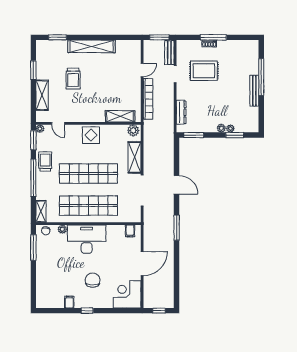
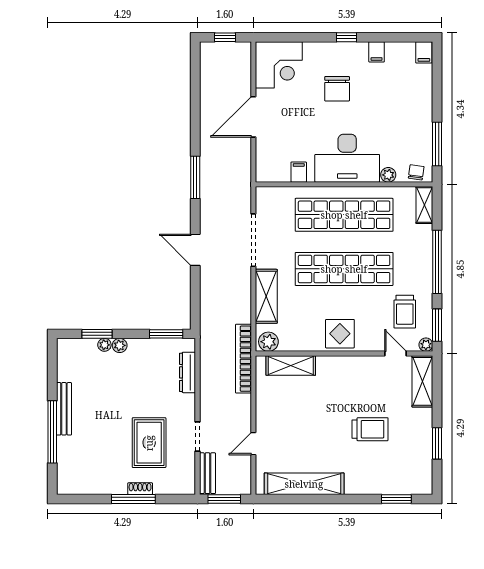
shelving: (92, 46) -> (304, 484), moved
rug: (204, 71) -> (149, 443), turned 90
trolley: (73, 79) -> (370, 429), turned 90
shelving: (42, 95) -> (422, 381), moved
bookcase: (148, 99) -> (243, 359), moved
trolley: (45, 161) -> (405, 312), moved
filing cabinet: (130, 231) -> (299, 172), moved
filing cabinet: (41, 302) -> (424, 52), added

